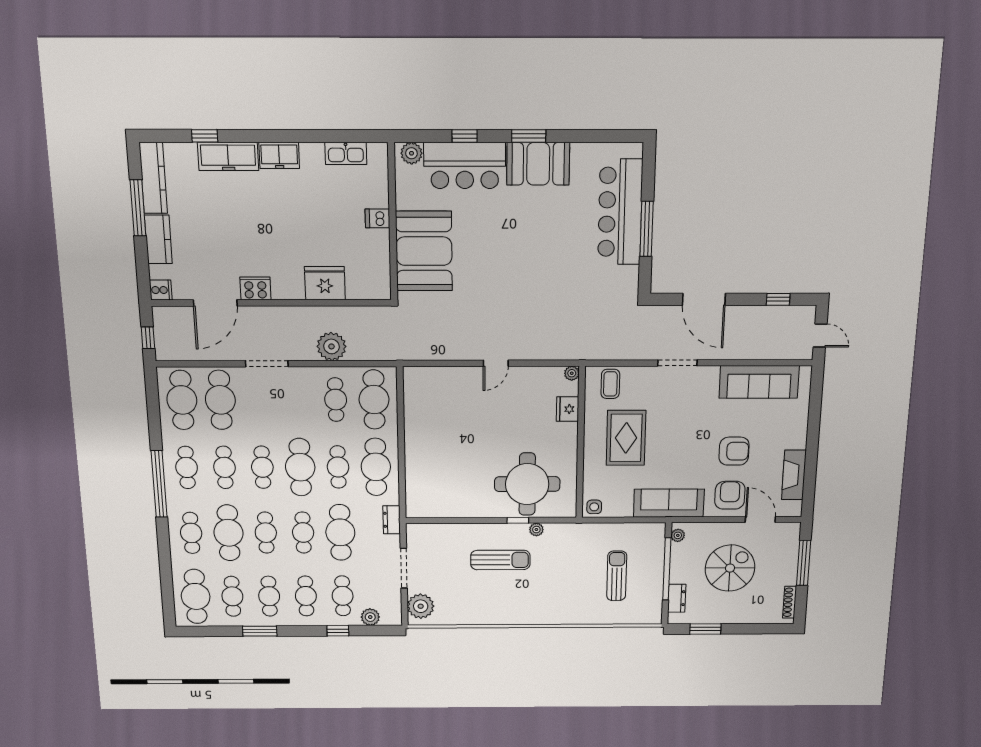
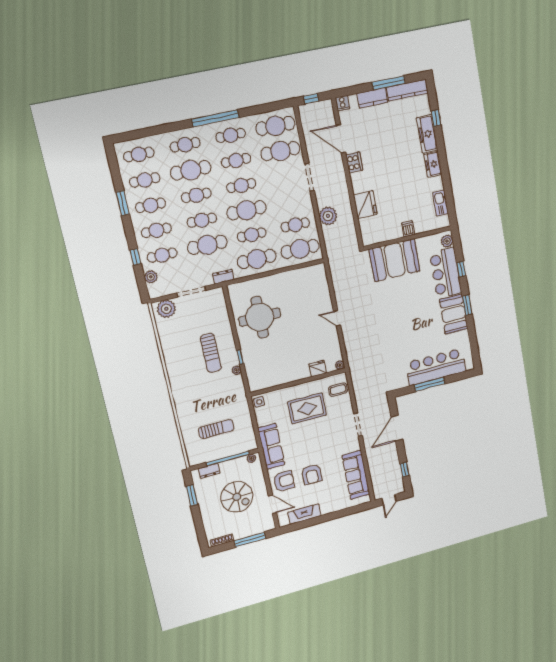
round table: (527, 484) -> (260, 317), moved
door: (760, 519) -> (272, 504), hinge flipped
cafe table: (196, 596) -> (139, 154), width x0.73, depth x0.74

